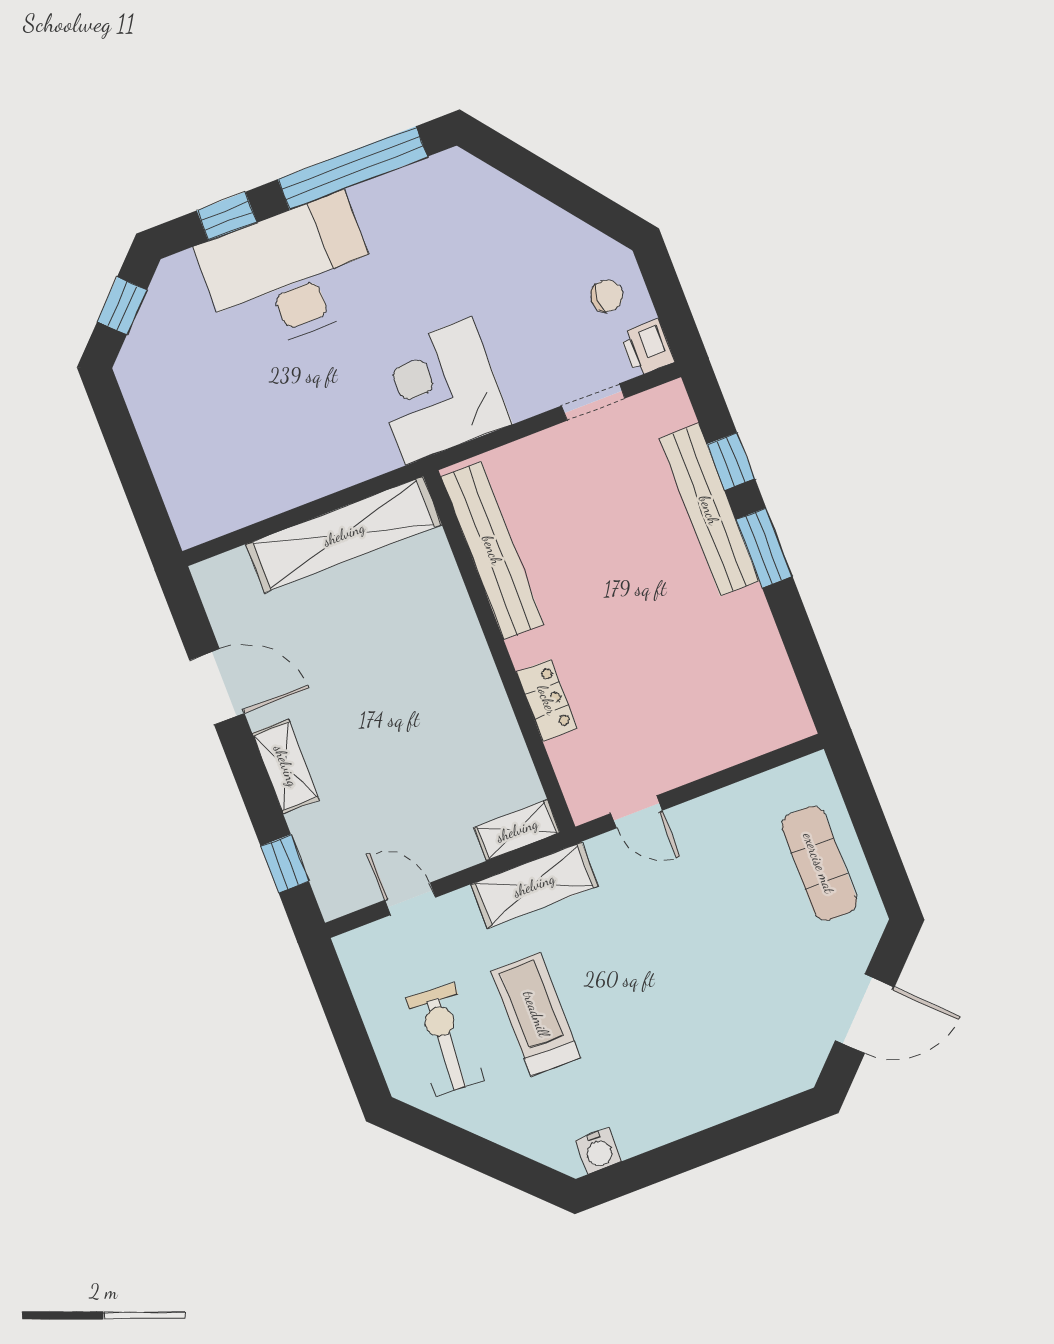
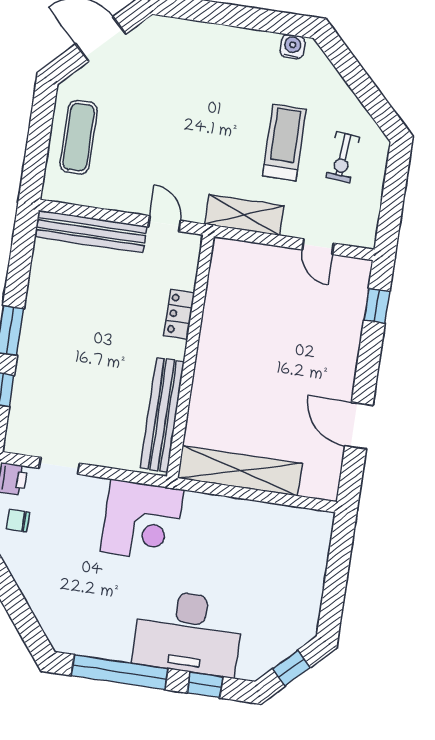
bench: (709, 510) -> (91, 232), moved, turned 90
shelving: (286, 766) -> (346, 360), removed
shelving: (517, 830) -> (237, 251), removed
treadmill: (536, 1014) -> (285, 143), turned 180
exercise bike: (445, 1039) -> (343, 157), width x0.73, depth x0.72

